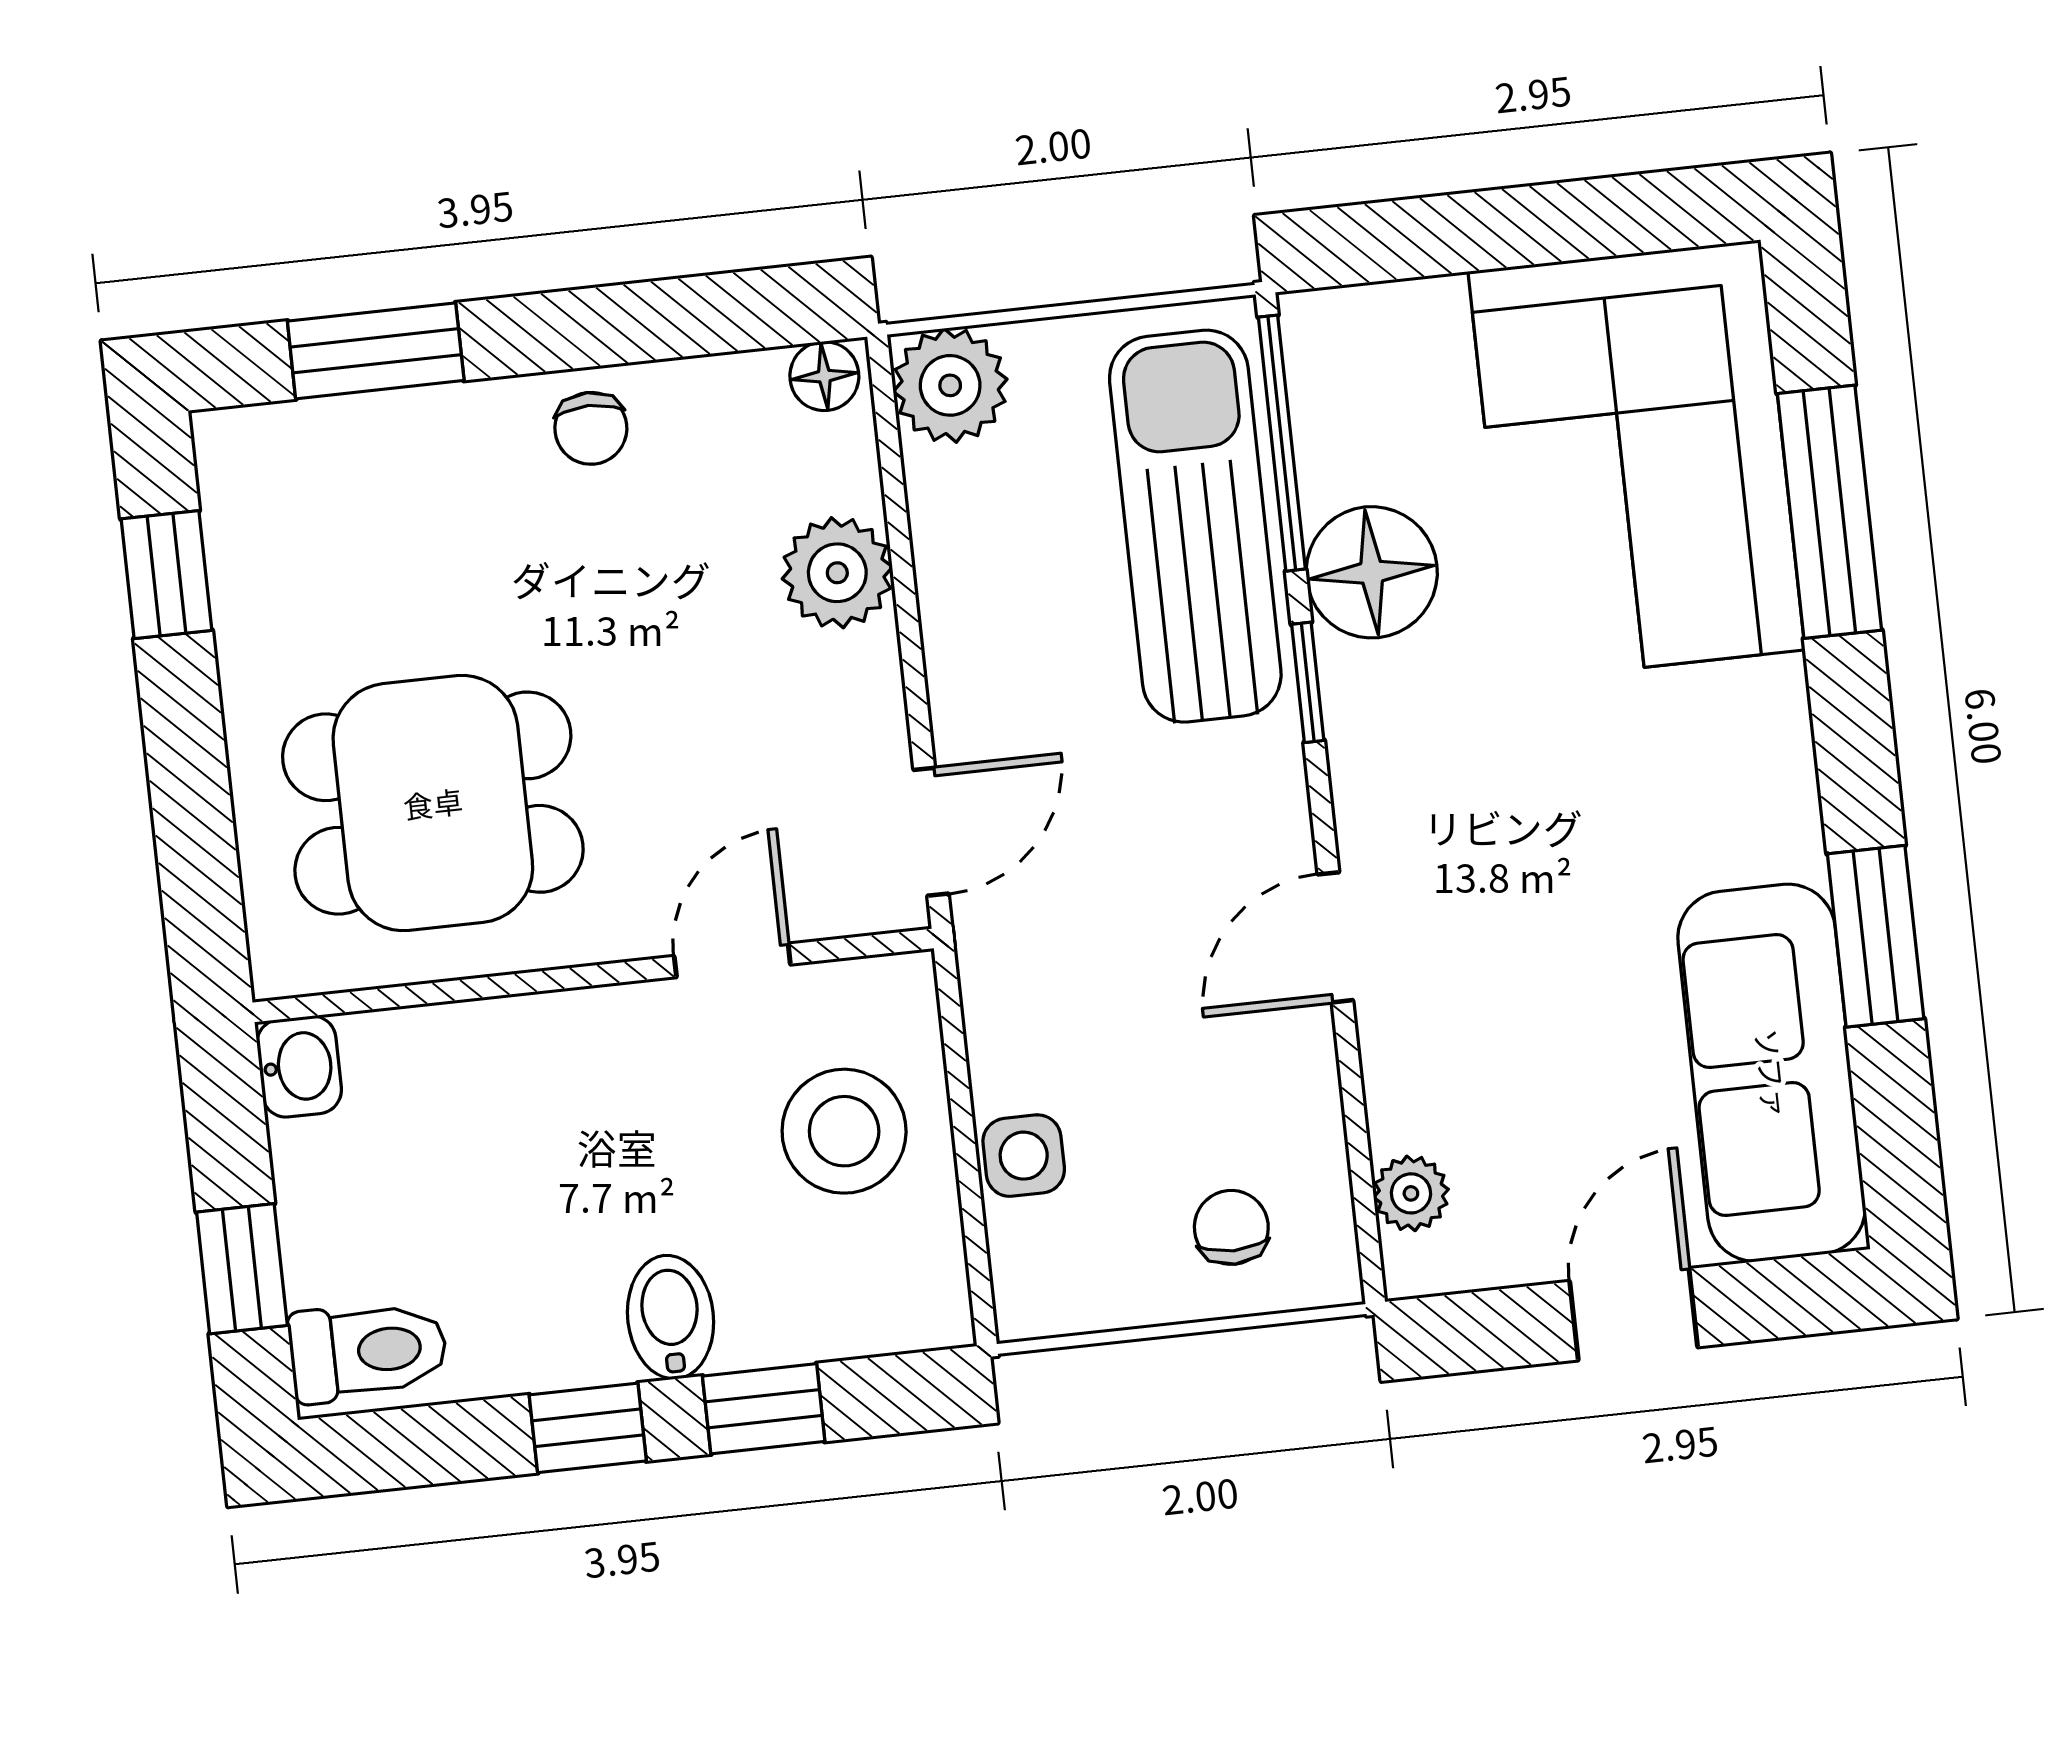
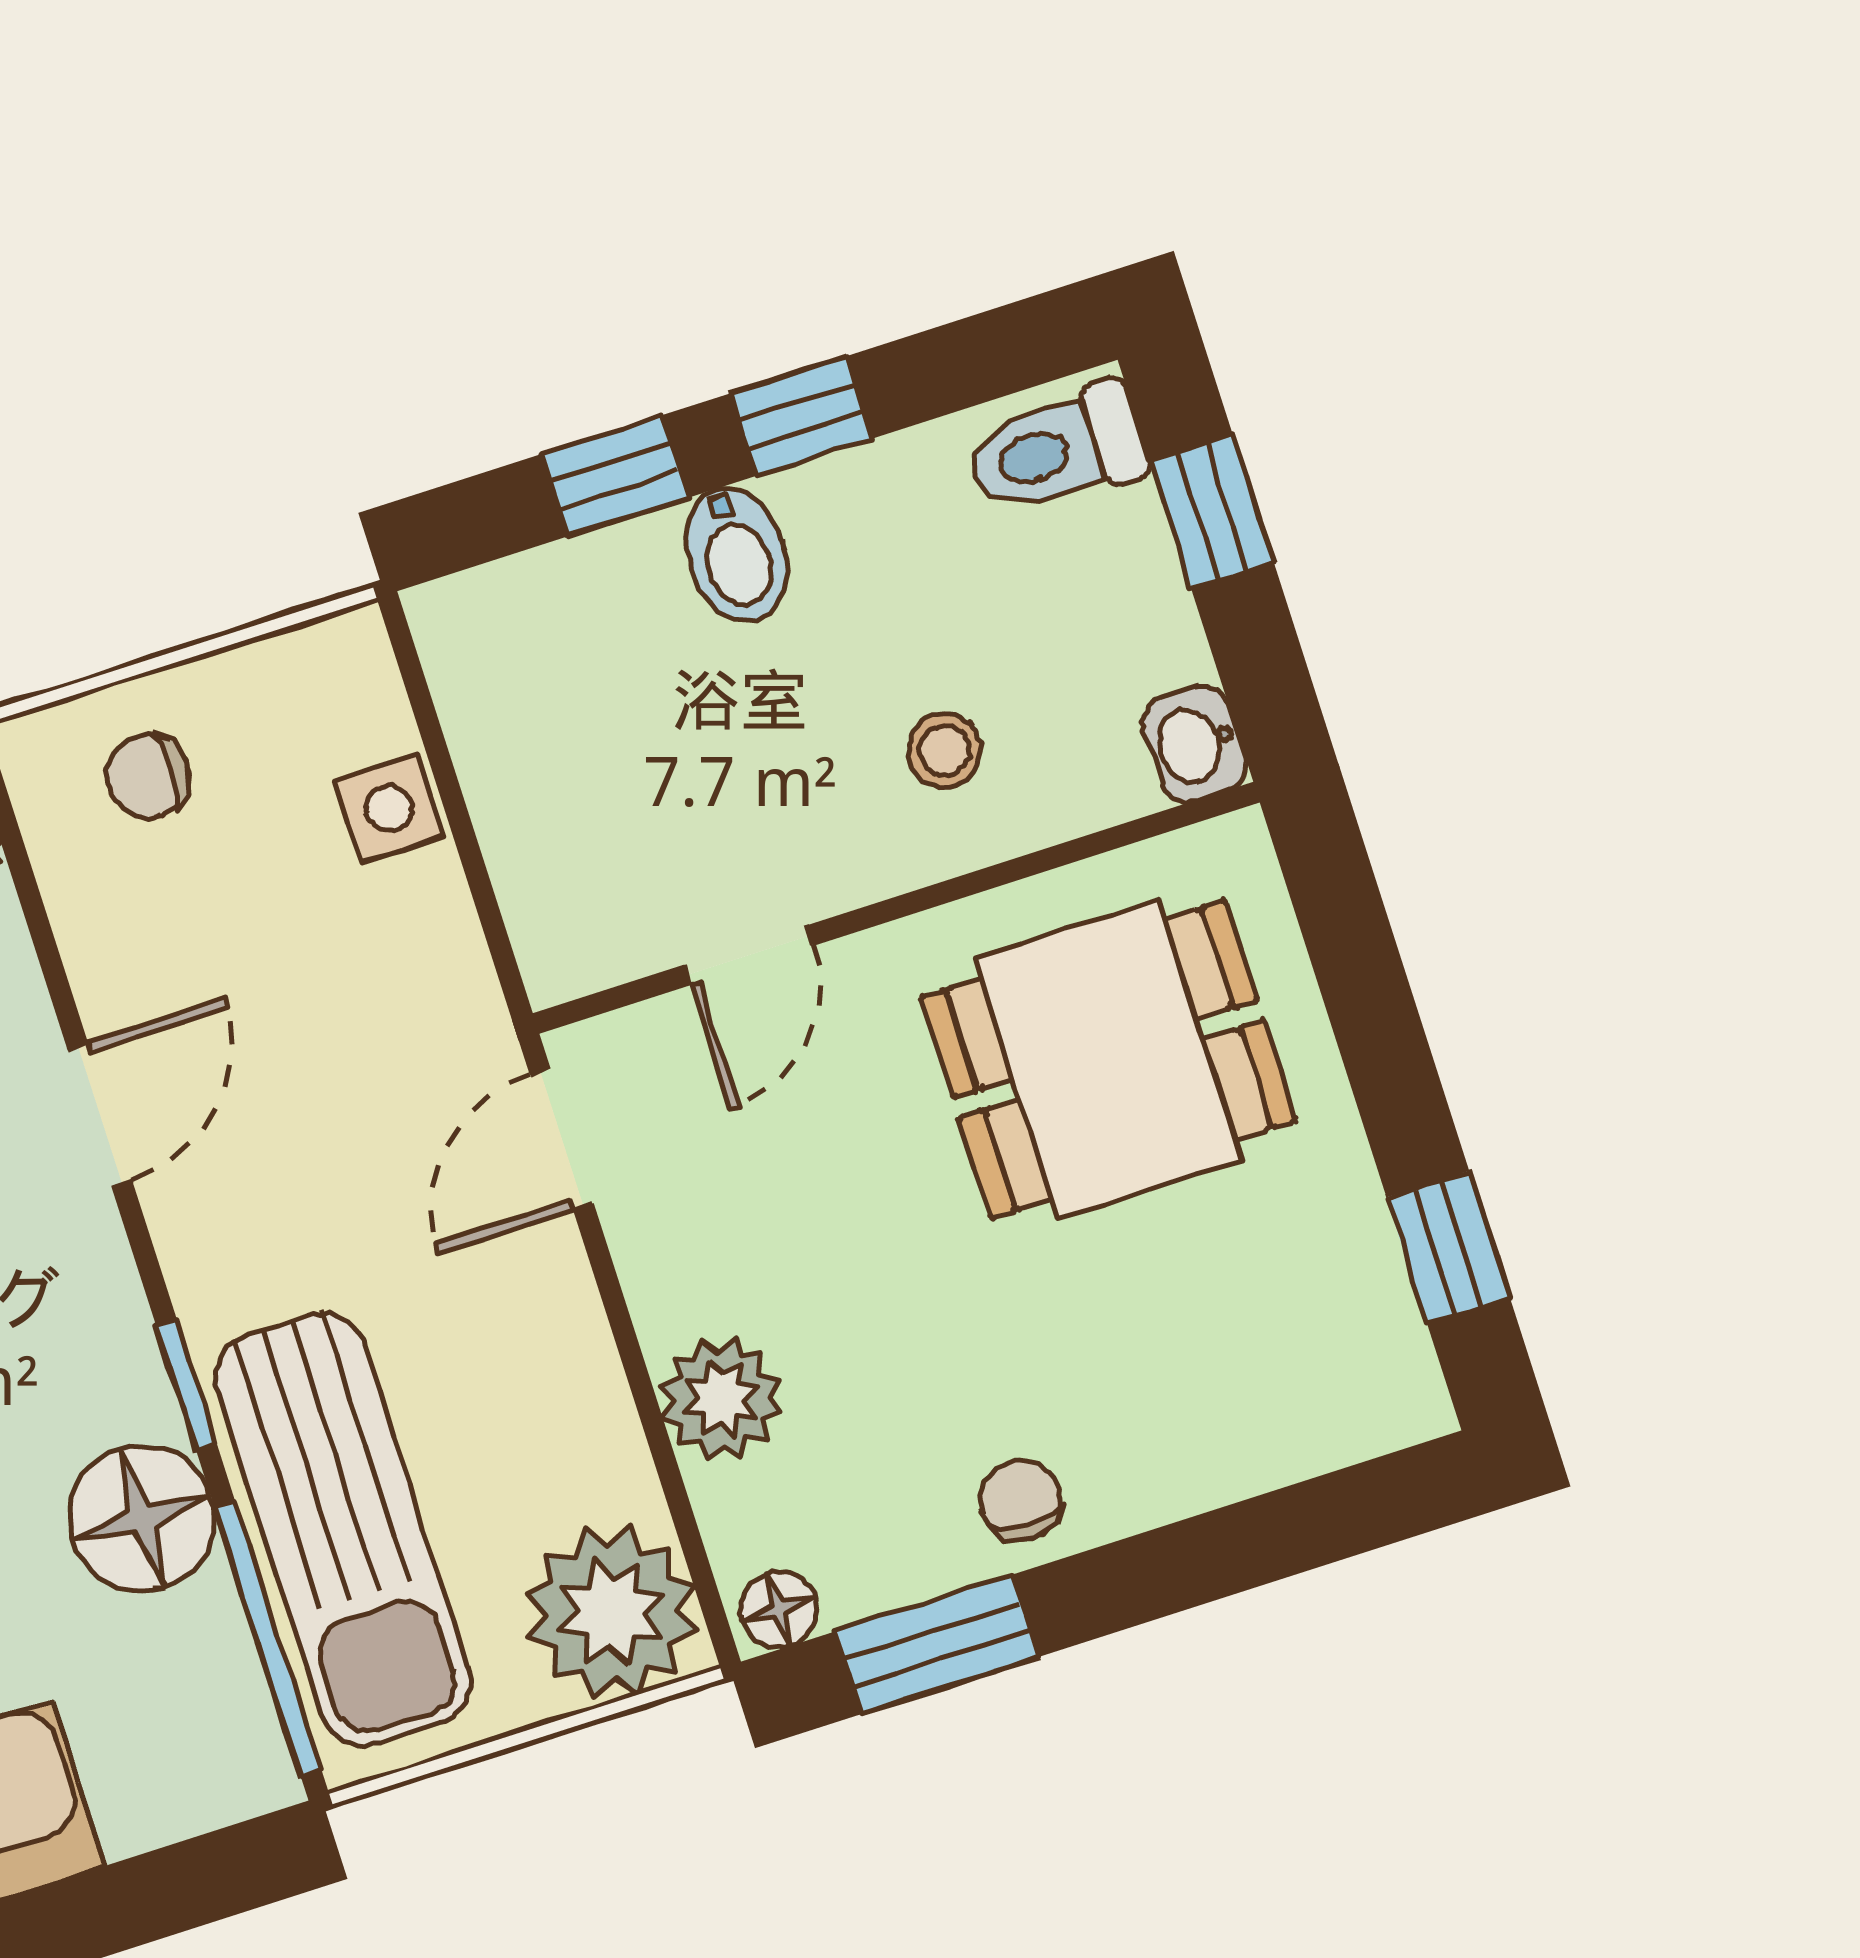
window: (376, 351) -> (936, 1644), moved
plant: (950, 385) -> (611, 1612), width x1.36, depth x1.36
stool: (844, 1131) -> (944, 750), moved, width x0.53, depth x0.53
chair: (1231, 1227) -> (148, 777), turned 90

